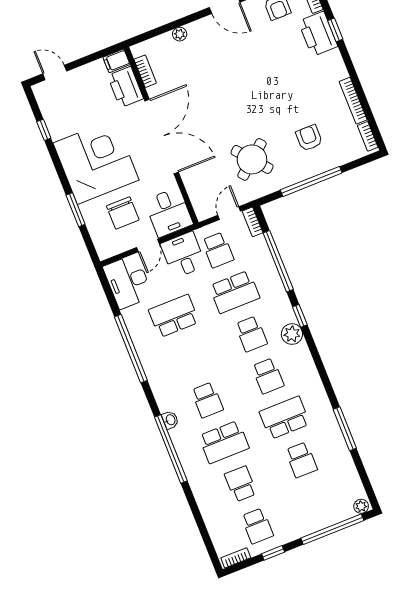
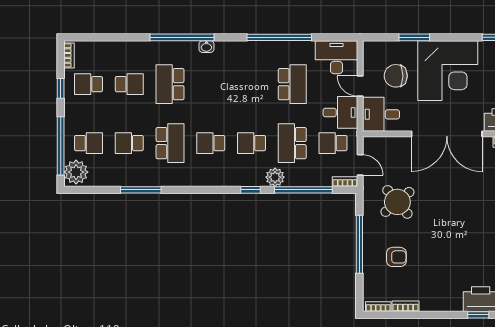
bookcase: (353, 101) -> (405, 306), width x0.64
plant: (292, 334) -> (275, 177), moved
school desk: (207, 400) -> (89, 143), moved, turned 180
plant: (361, 506) -> (76, 172), width x1.88, depth x1.88

